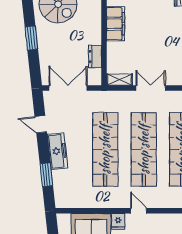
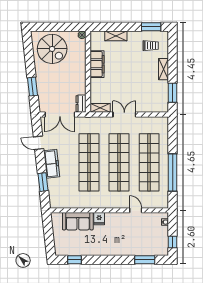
window: (31, 38) -> (32, 87), moved
dresser: (95, 56) -> (81, 104), moved
double door: (68, 88) -> (60, 114), swing flipped
door: (139, 211) -> (136, 210), moved

